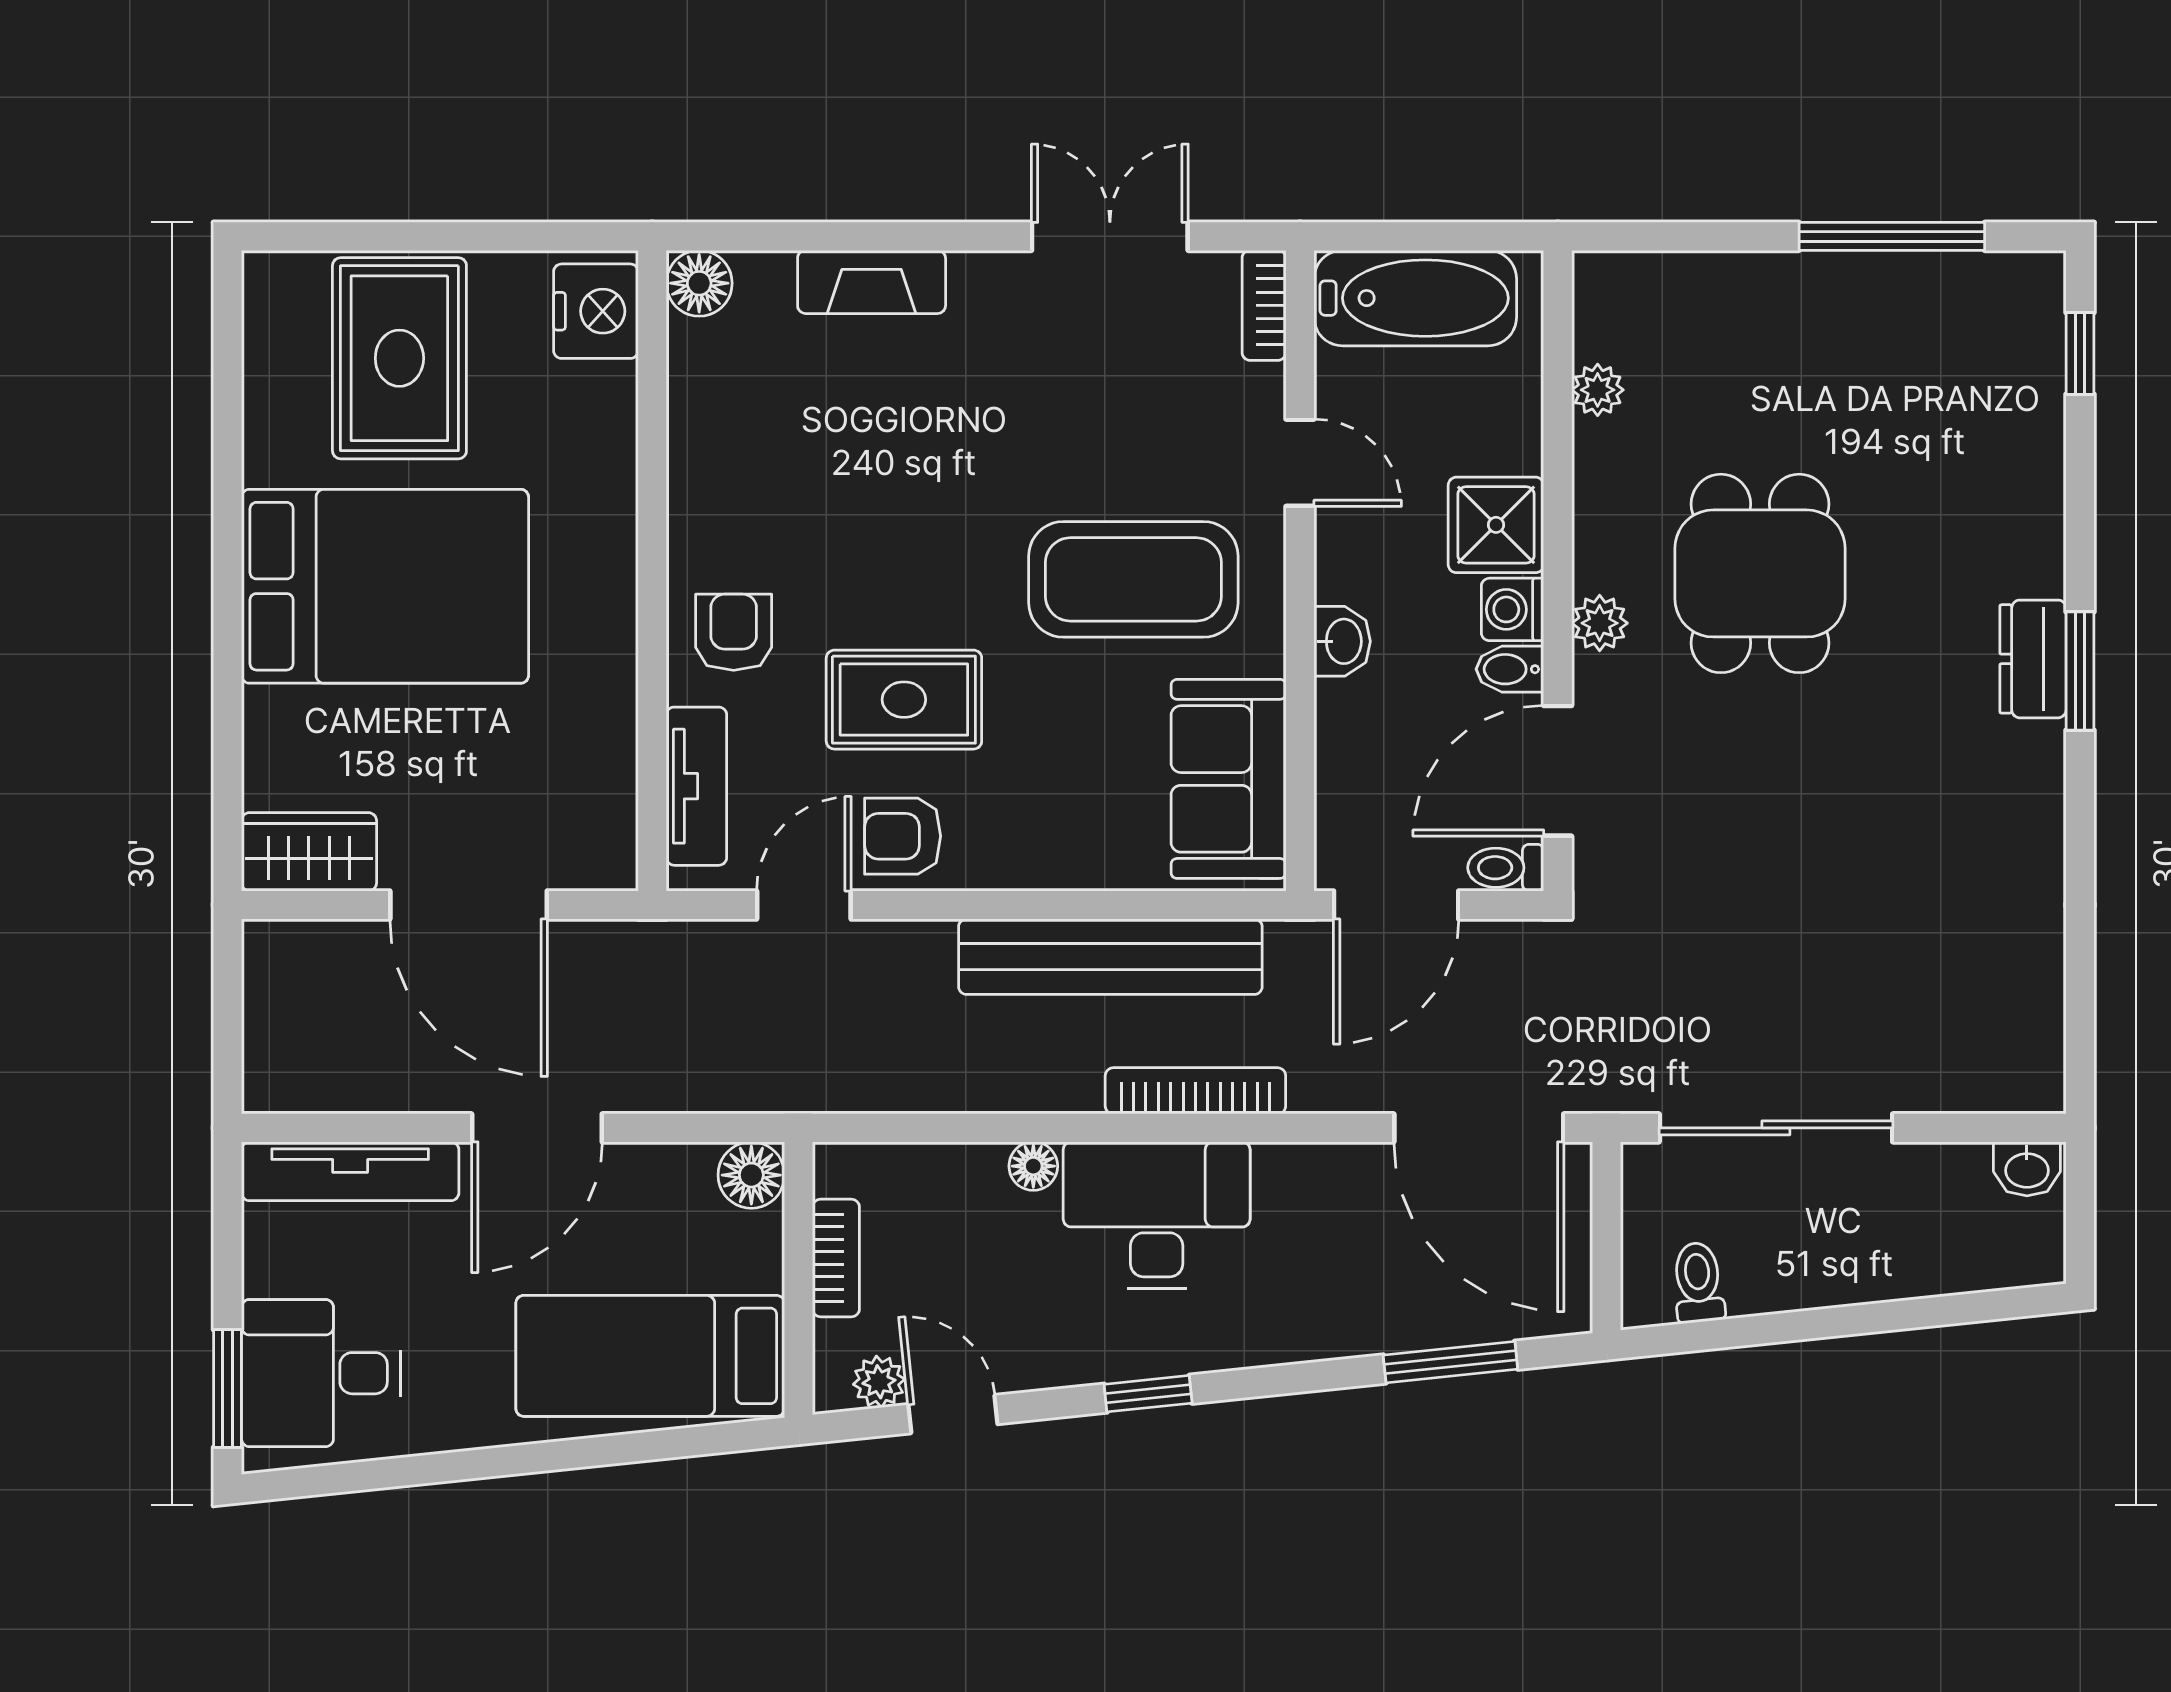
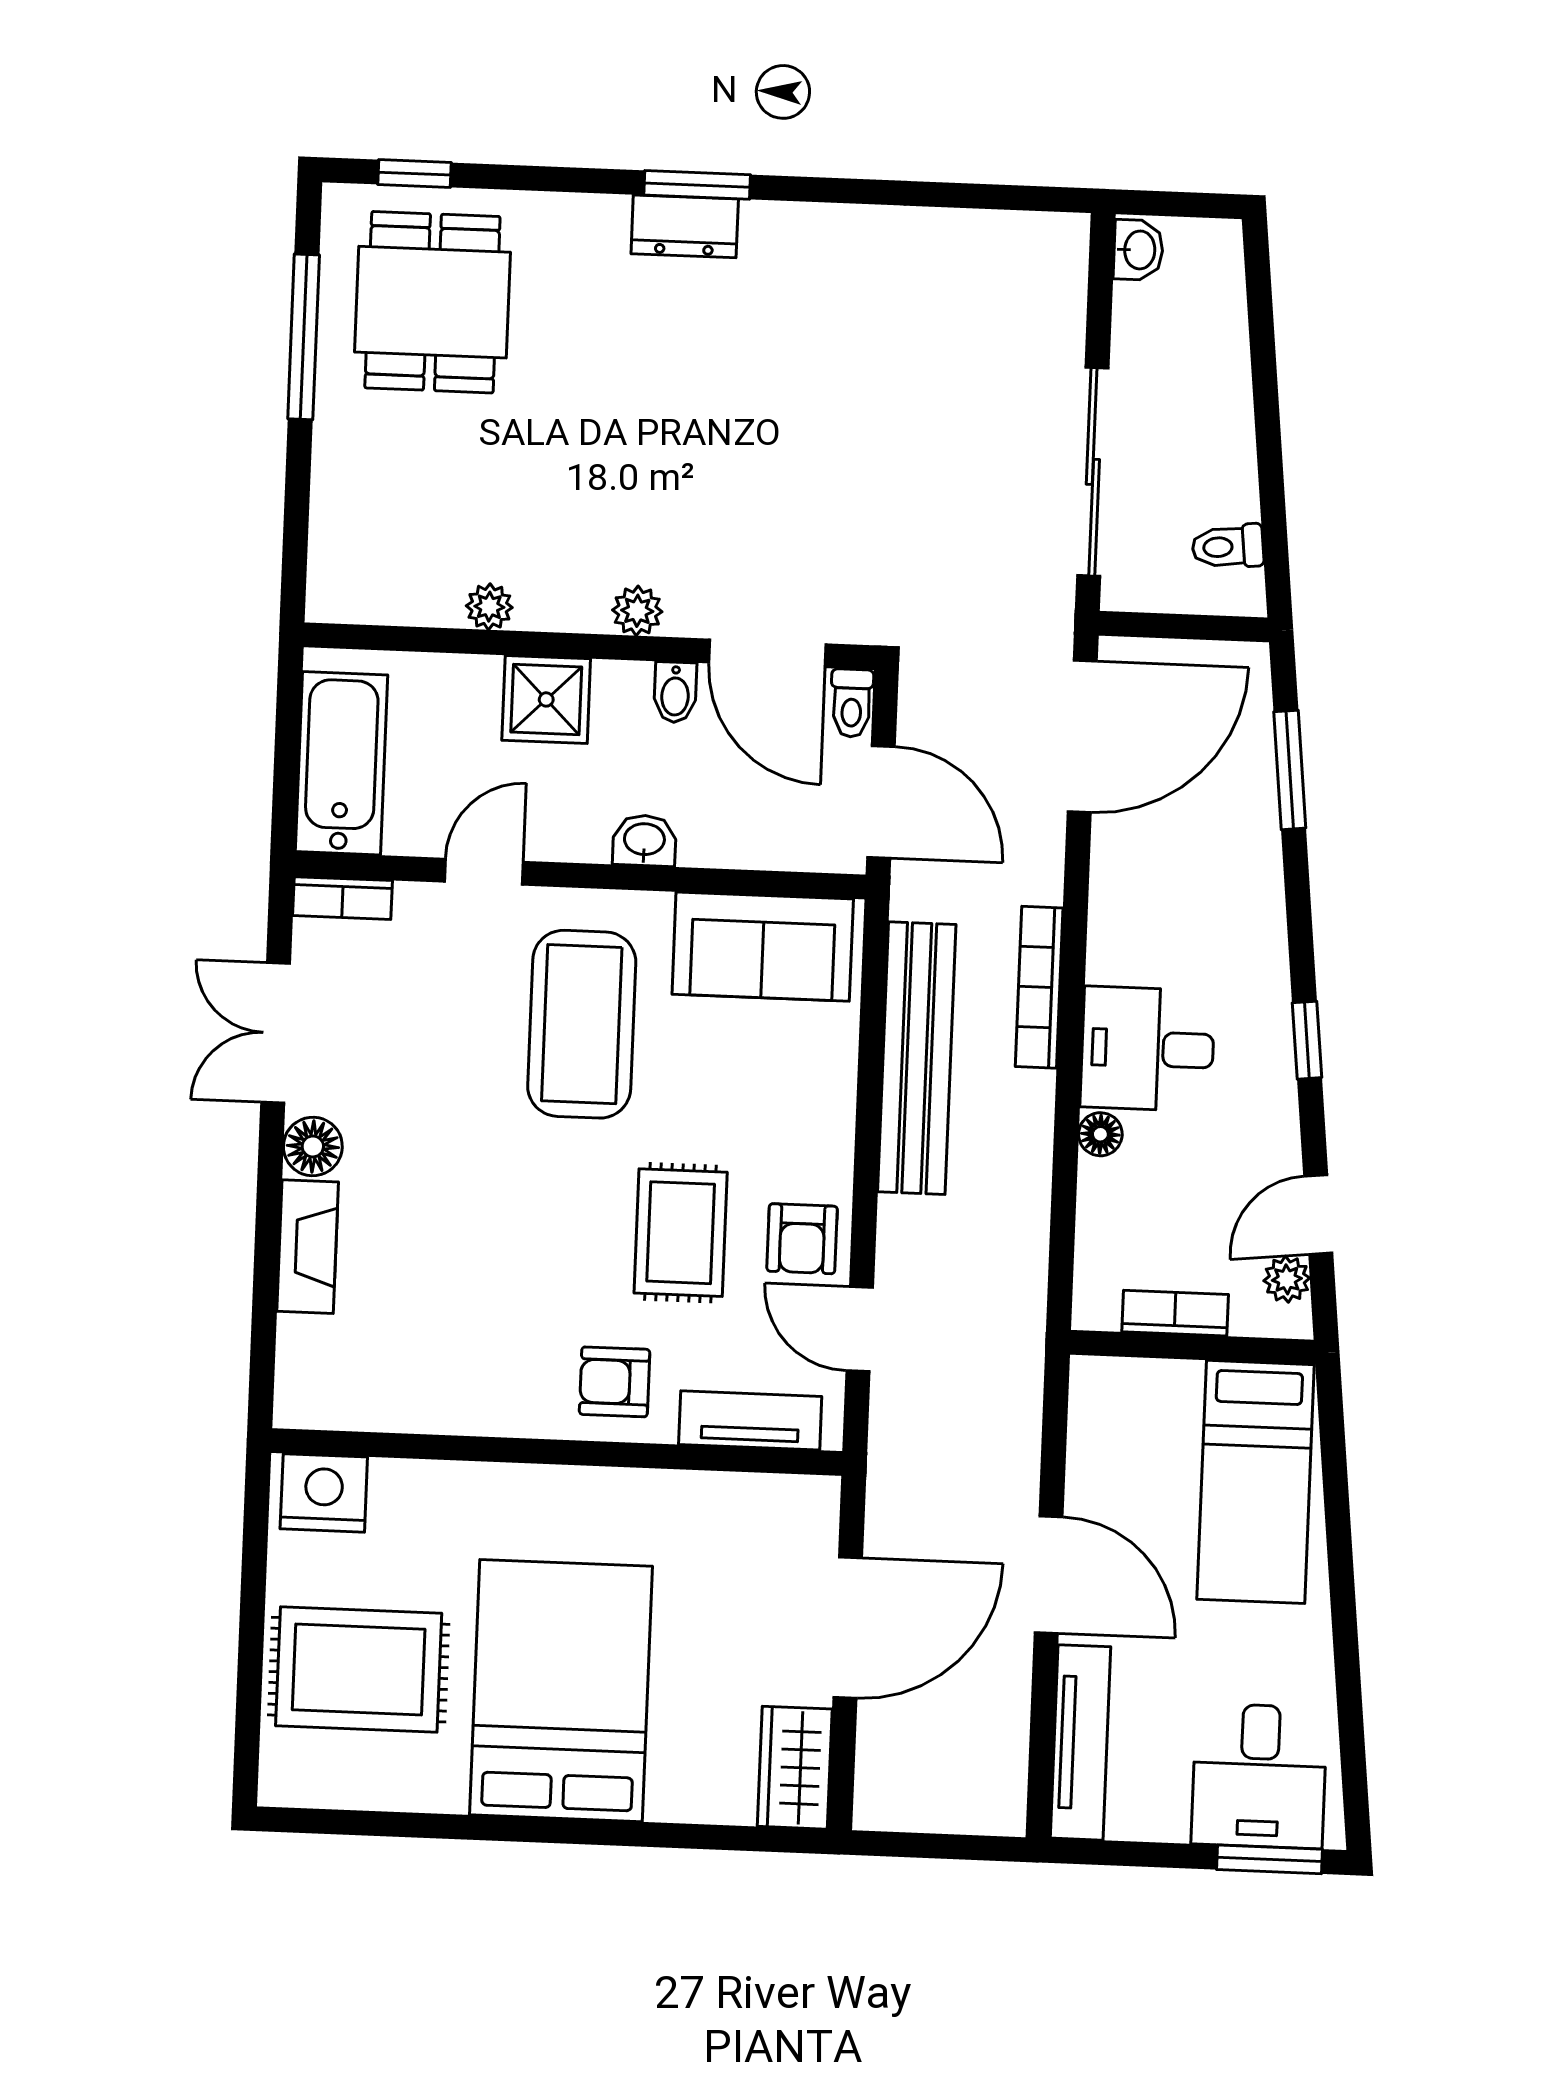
floor lamp: (699, 283) -> (313, 1146), moved
plant: (1598, 390) -> (489, 607), moved
dining table: (1760, 573) -> (432, 302), moved, turned 90
washing machine: (1513, 609) -> (622, 688), removed
floor lamp: (751, 1175) -> (1098, 1386), removed
desk: (1157, 1215) -> (1148, 1049), width x0.73

